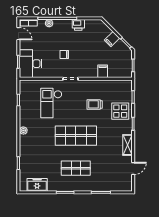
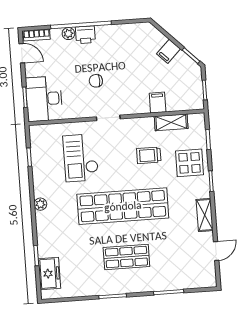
printer: (78, 25) -> (85, 35), moved
shelving: (110, 84) -> (171, 122), added
shop shelf: (76, 136) -> (123, 206), width x1.40
freezer: (37, 185) -> (49, 273), moved, turned 90

